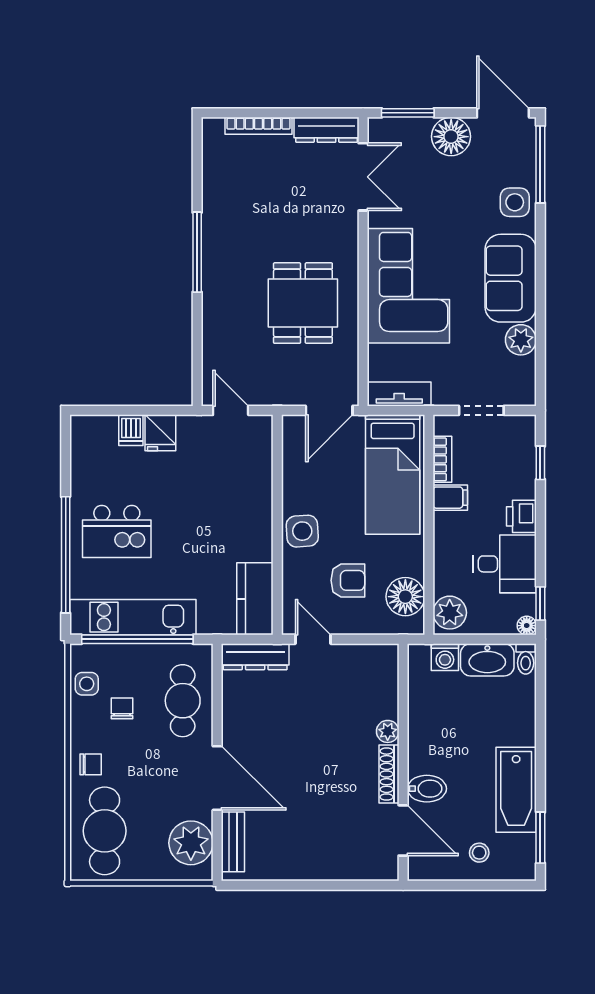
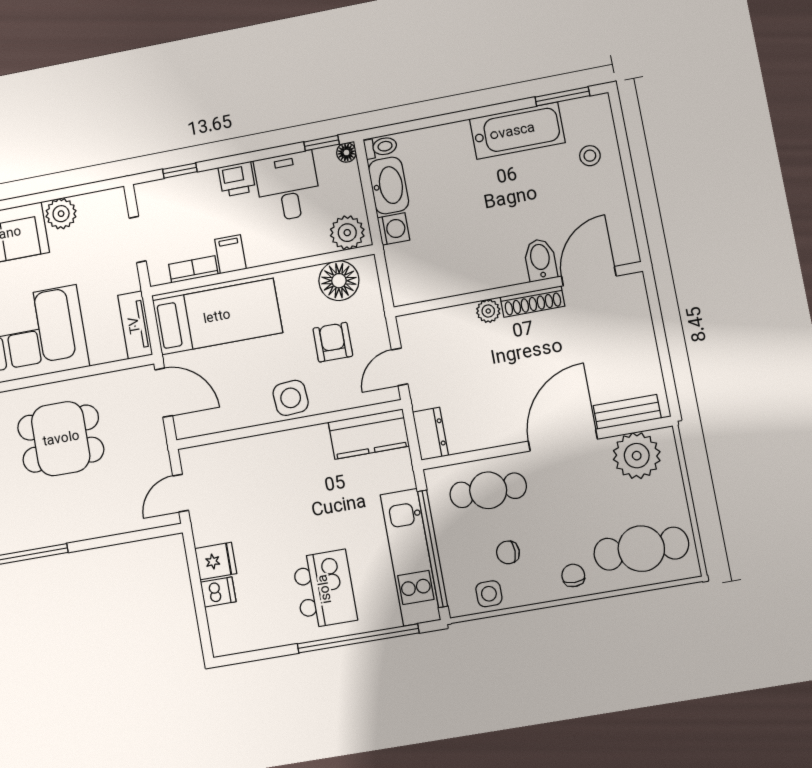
dresser: (255, 657) -> (430, 434), width x0.70
plant: (388, 731) -> (488, 311), moved
wall: (403, 762) -> (517, 289), moved
shoe rack: (389, 774) -> (532, 302), moved
bidet: (427, 789) -> (540, 260), moved
door: (403, 830) -> (589, 276), moved

